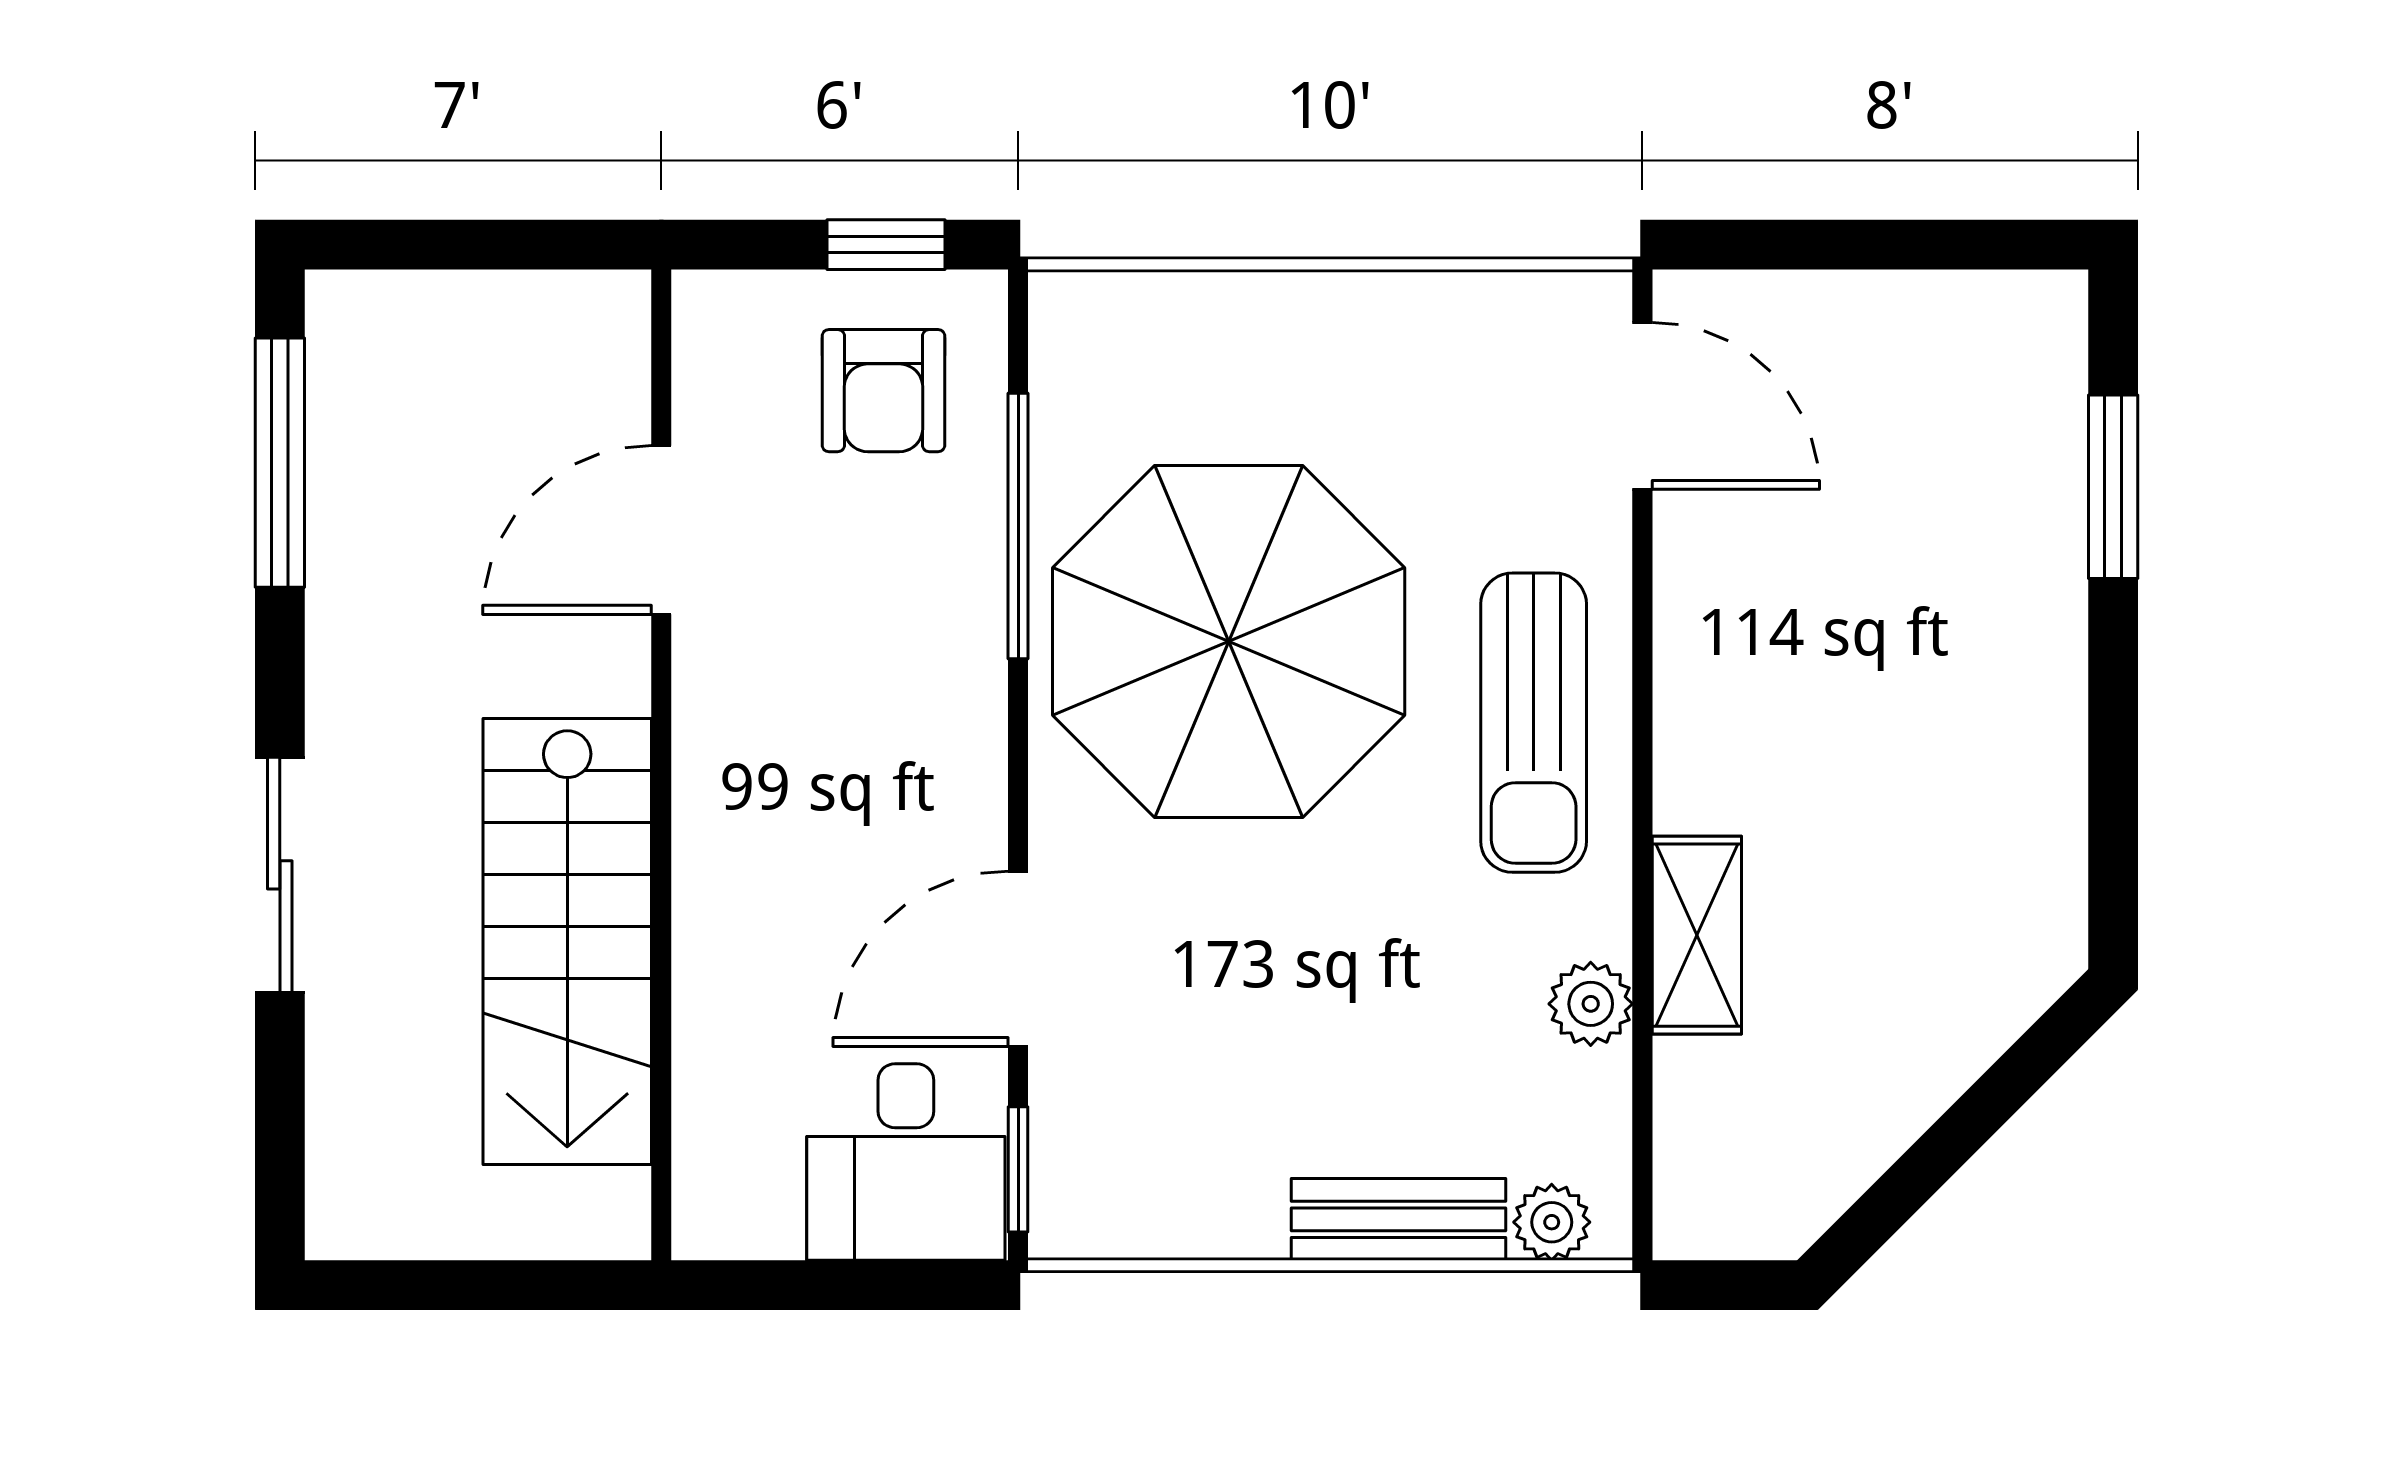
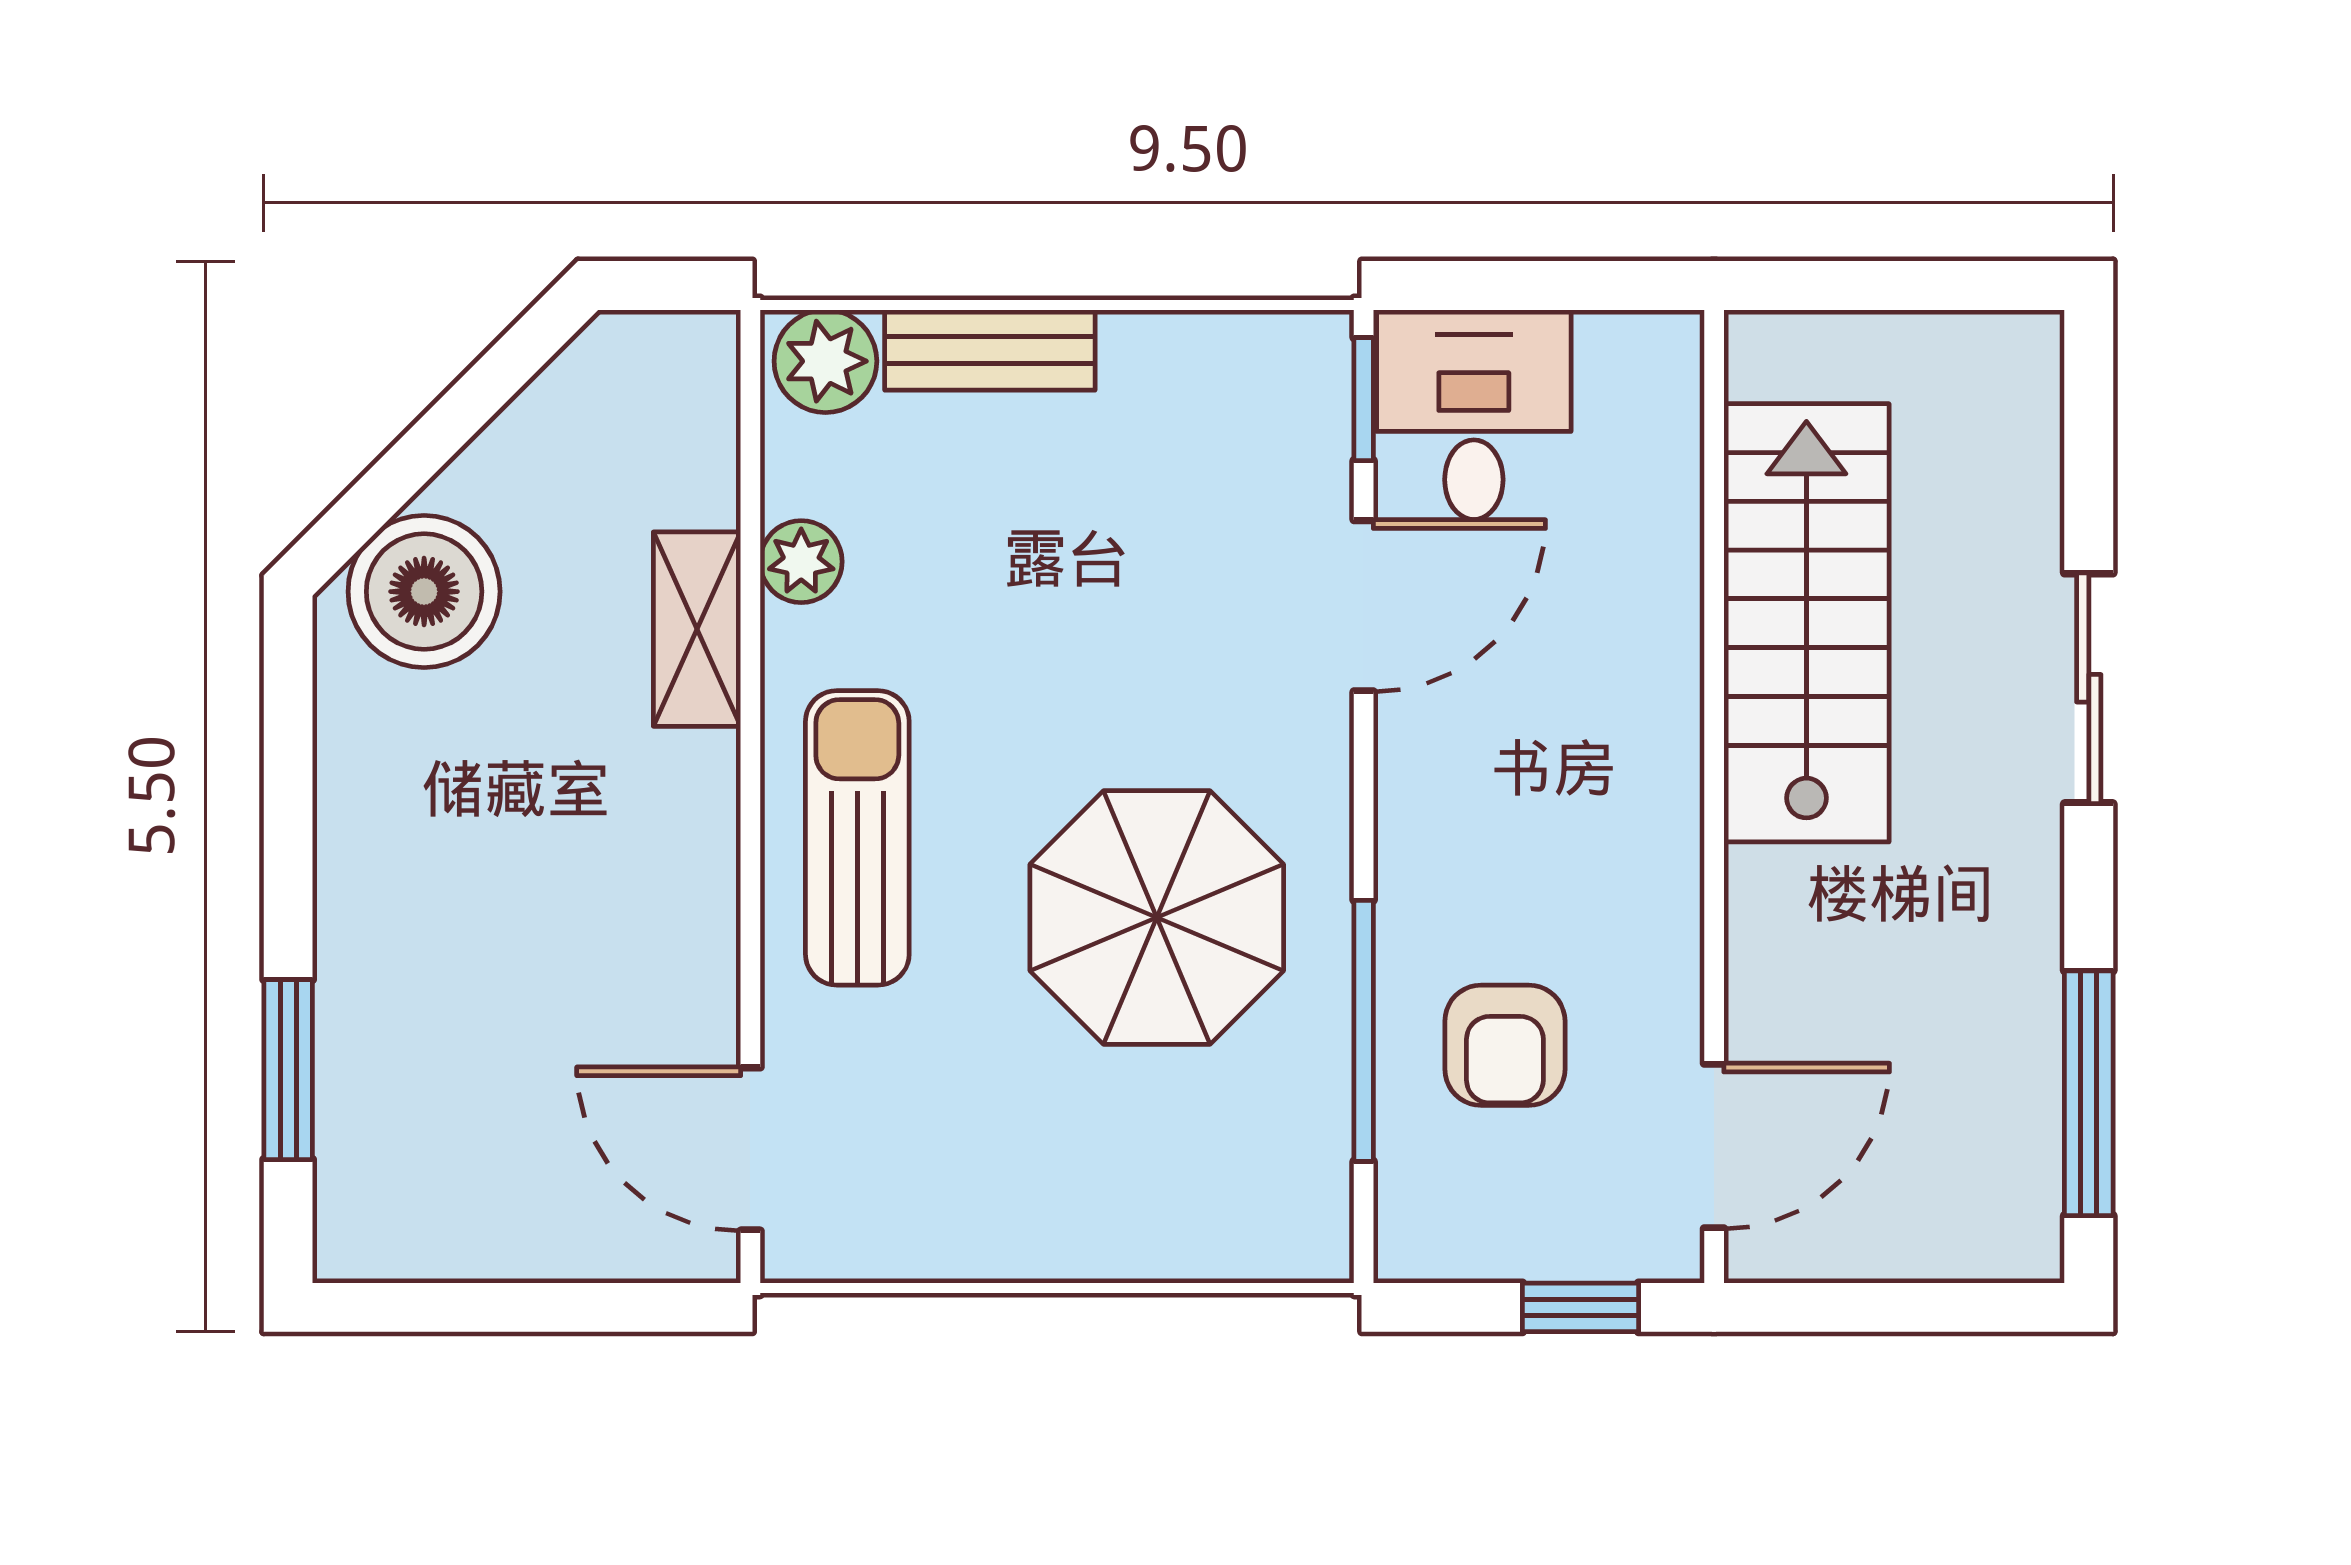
window: (886, 245) -> (1580, 1307), moved
armchair: (883, 391) -> (1505, 1045), moved, turned 180
door: (661, 530) -> (1714, 1146), moved
parasol: (1229, 642) -> (1157, 917), width x0.73, depth x0.73
boiler: (1975, 973) -> (424, 592), added
plant: (1552, 1222) -> (825, 361), width x1.38, depth x1.38

